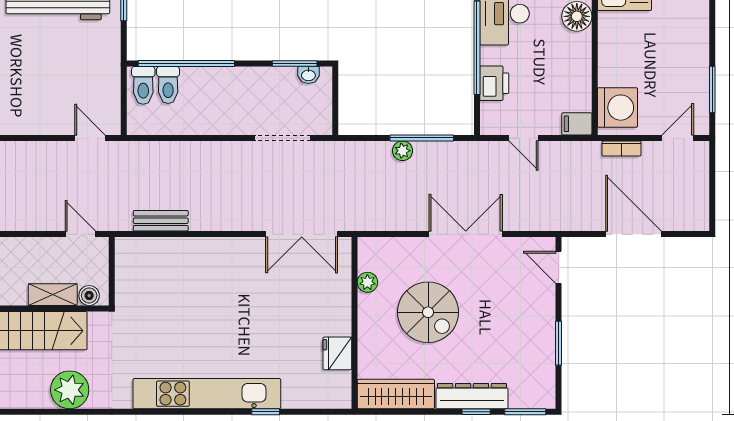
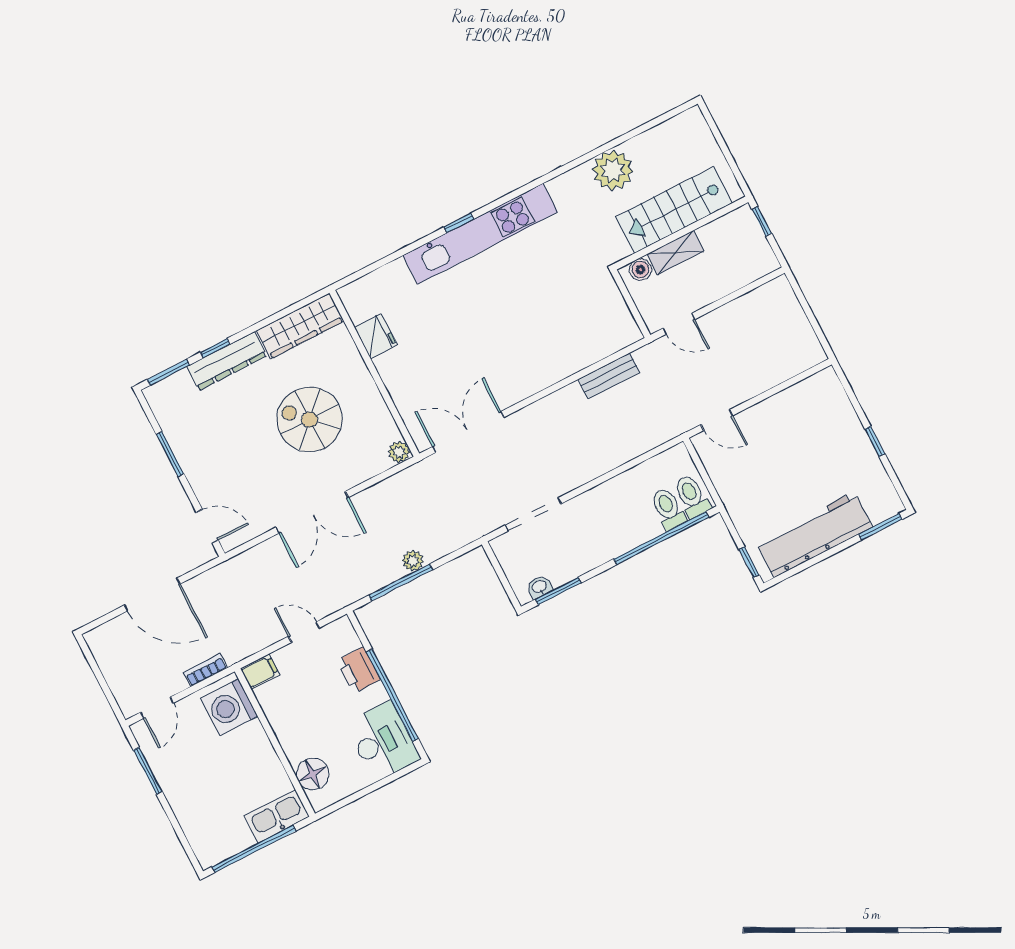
plant: (367, 282) -> (399, 452), moved
window: (266, 412) -> (459, 223), moved

